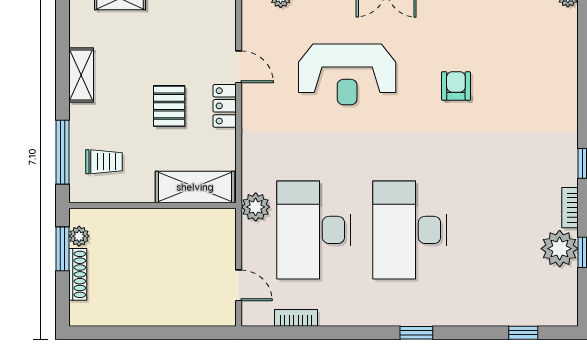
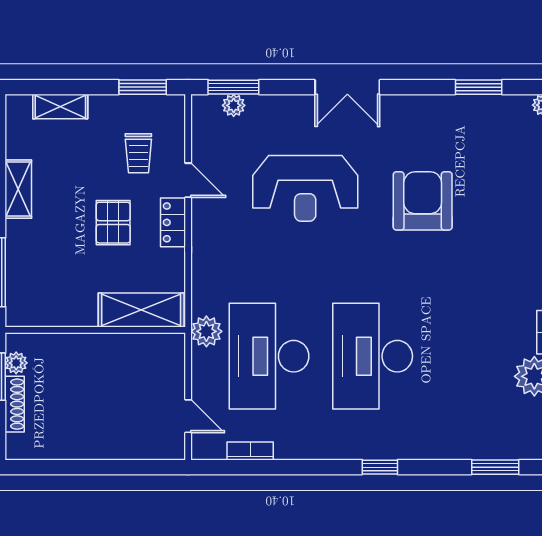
armchair: (456, 86) -> (423, 201), width x1.88, depth x1.88
trolley: (104, 162) -> (138, 153), moved, turned 90
window: (523, 333) -> (495, 467), width x1.50

